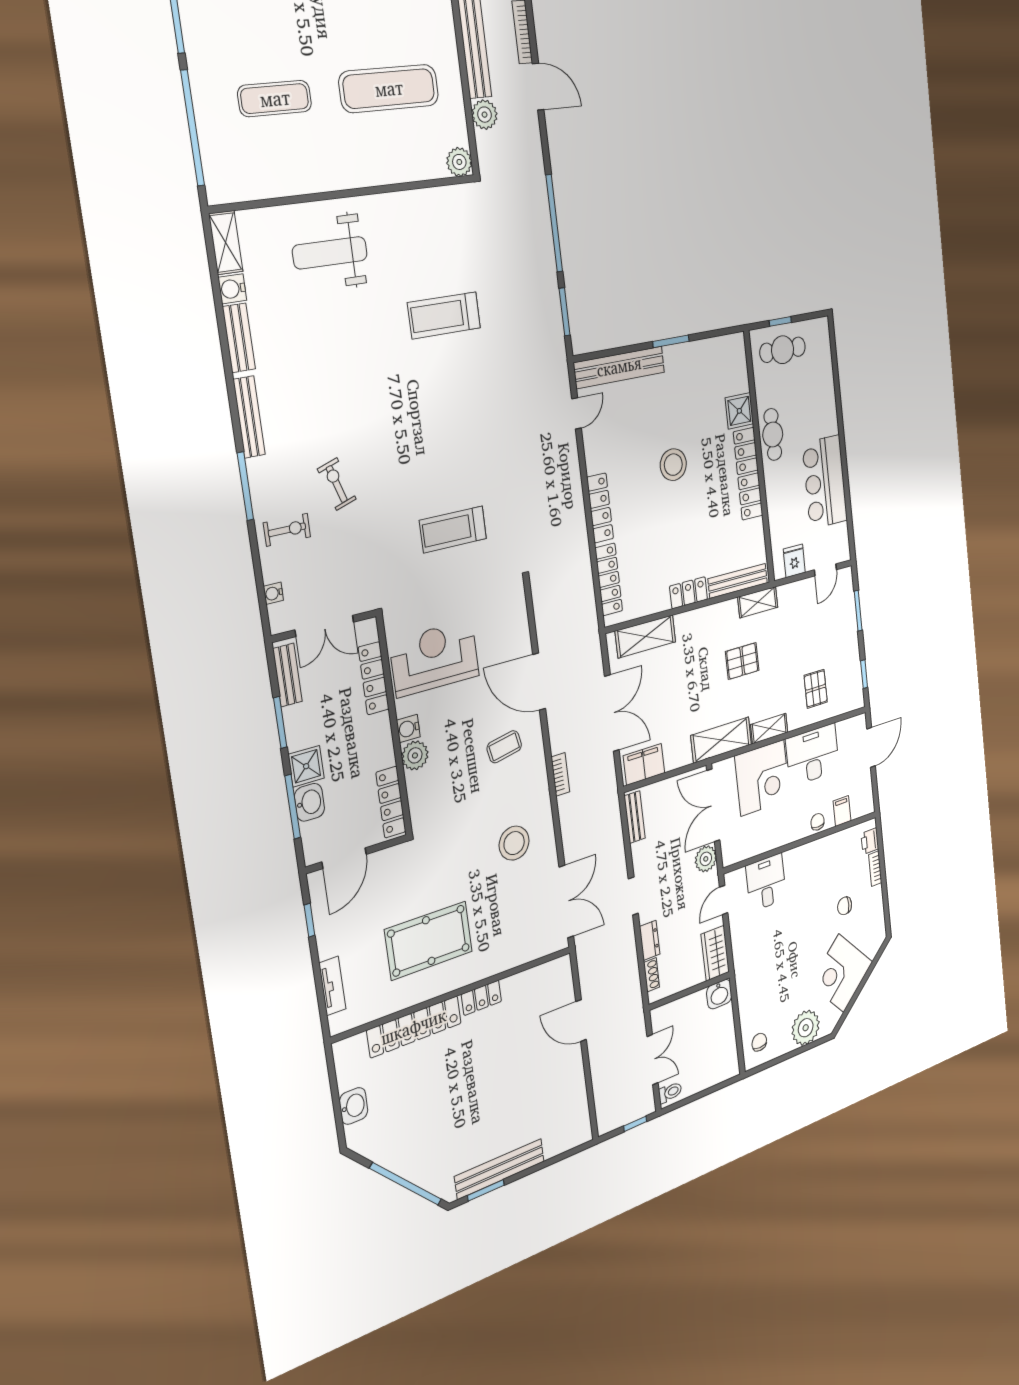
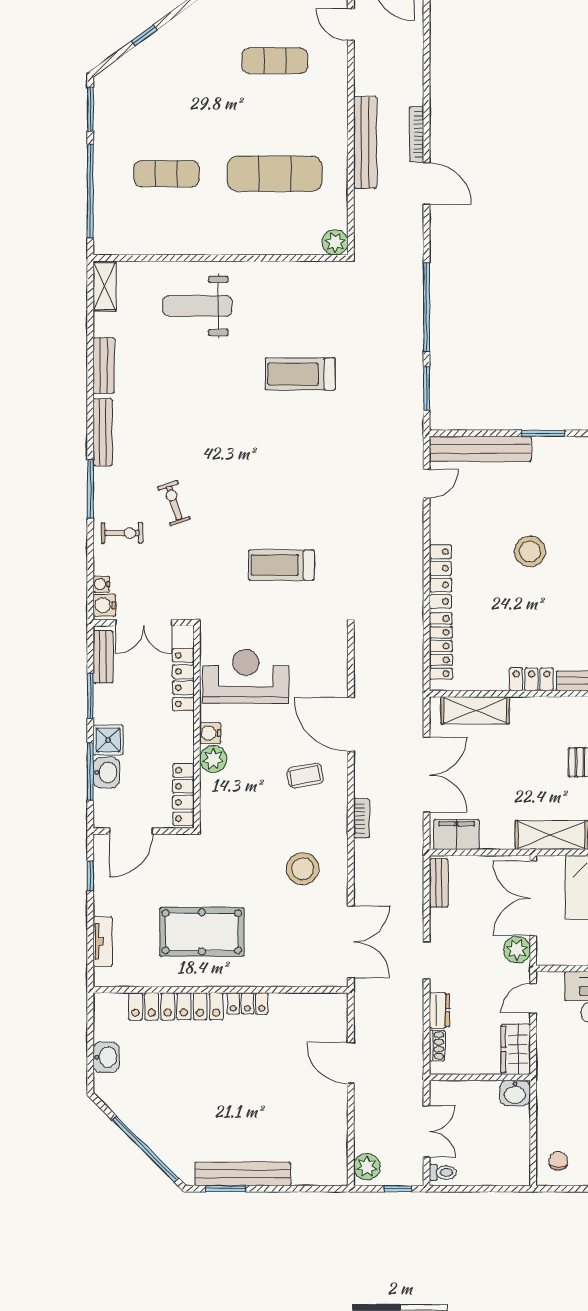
plant: (485, 115) -> (367, 1167), moved
water cooler: (232, 289) -> (104, 605), moved

